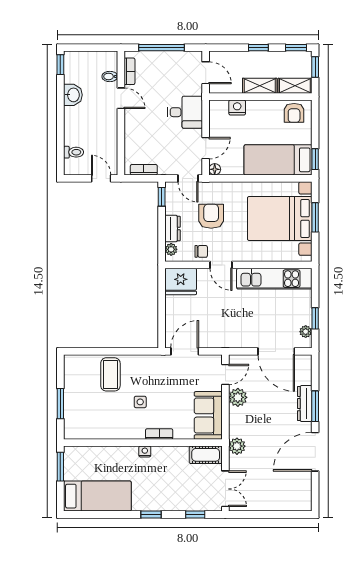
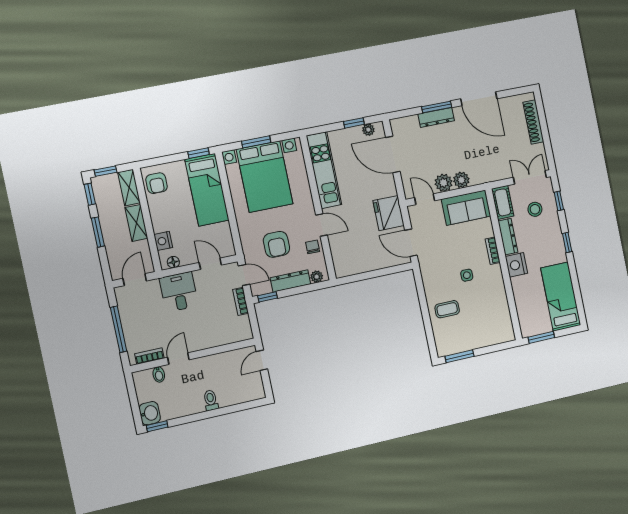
window: (258, 48) -> (98, 232), width x1.50
washbasin: (73, 95) -> (150, 413), moved, turned 90
armchair: (294, 113) -> (157, 183), turned 90
toilet: (74, 152) -> (211, 400), moved
floor lamp: (215, 169) -> (173, 262), moved
bookcase: (144, 170) -> (241, 301), moved
door: (188, 178) -> (244, 275), hinge flipped
armchair: (211, 216) -> (276, 244), turned -90
dresser: (172, 228) -> (290, 281), width x1.44
door: (221, 265) -> (321, 225), hinge flipped
fridge: (181, 281) -> (389, 213), moved, turned 180
door: (276, 351) -> (393, 154), swing flipped
coffee table: (110, 374) -> (447, 309), width x0.73, depth x0.77
window: (60, 404) -> (460, 356), moved
plant: (237, 446) -> (461, 180), moved
nightstand: (145, 452) -> (516, 265), width x1.89, depth x1.79
dresser: (170, 453) -> (508, 237), added
stool: (192, 487) -> (535, 209), added
shoe rack: (281, 504) -> (533, 122), added

